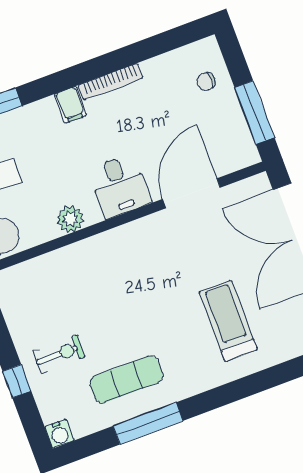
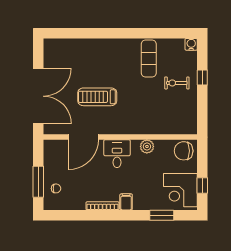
window: (254, 113) -> (38, 182), moved
treadmill: (228, 321) -> (97, 97), moved, turned 90
exercise mat: (126, 379) -> (149, 59), turned 90
window: (148, 423) -> (146, 33), removed

